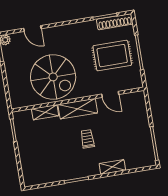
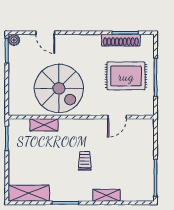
shoe rack: (115, 22) -> (121, 40), moved
door: (110, 94) -> (117, 117), hinge flipped
shelving: (78, 109) -> (29, 193), moved

